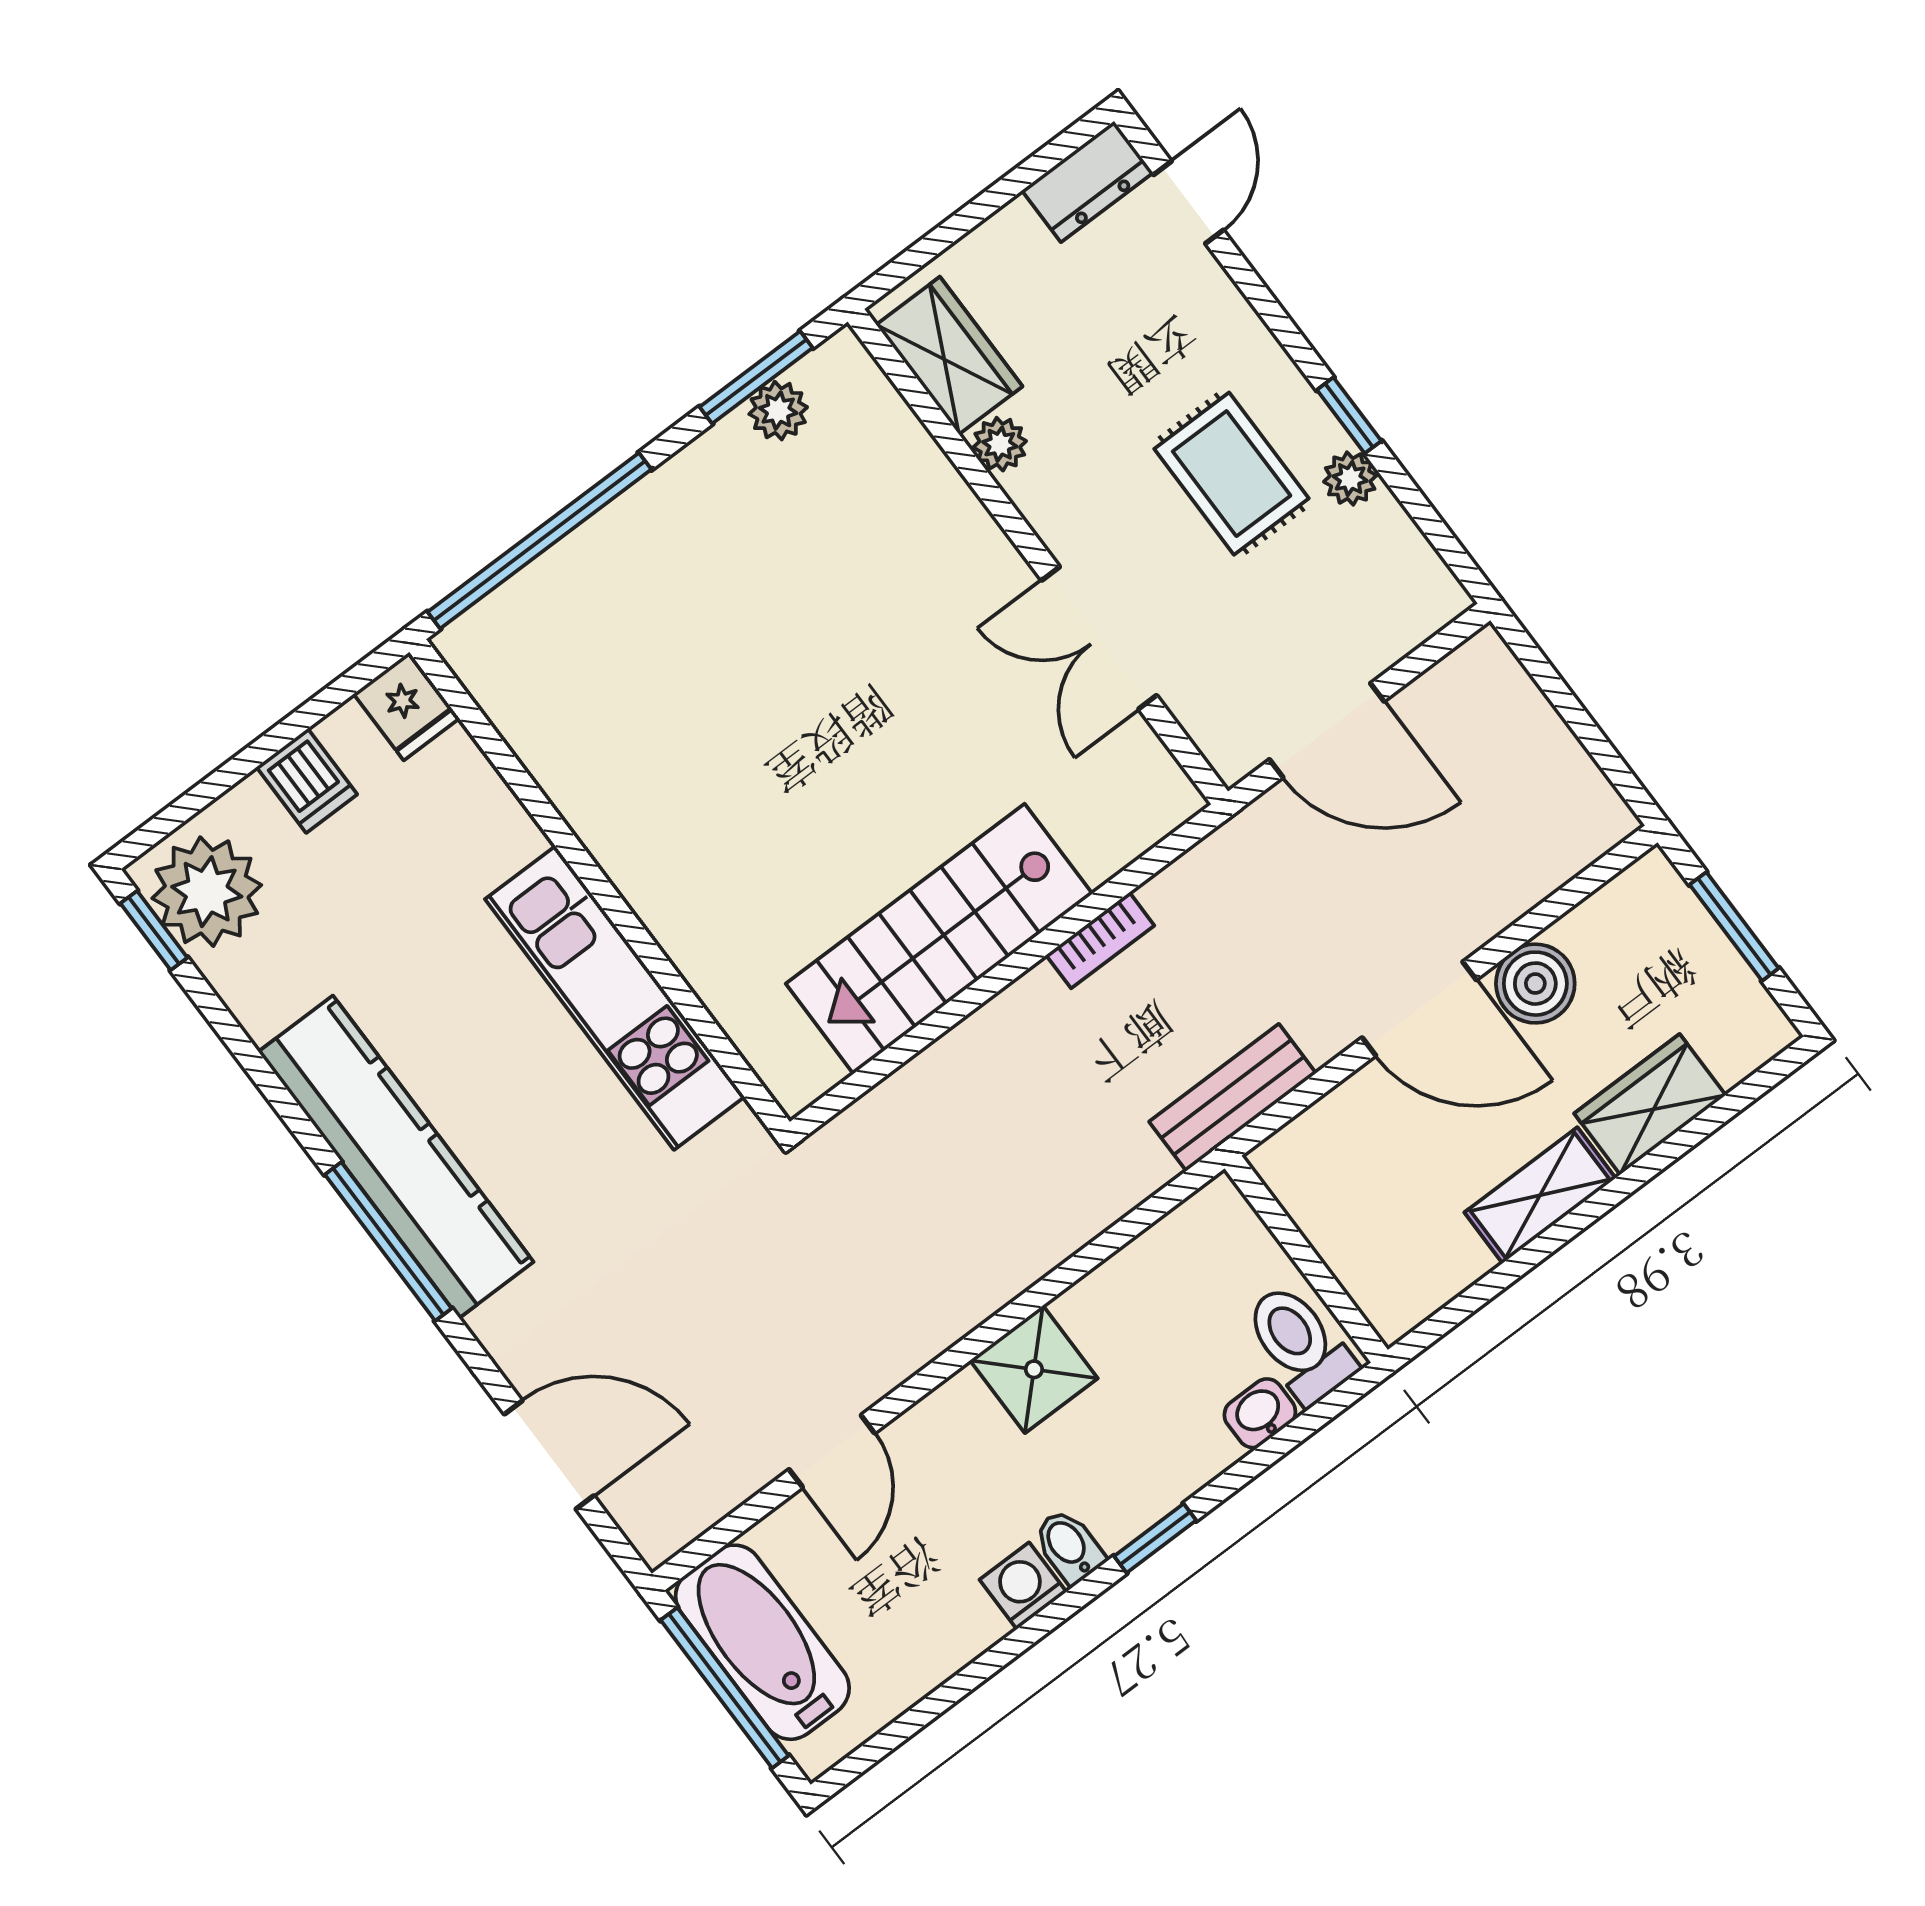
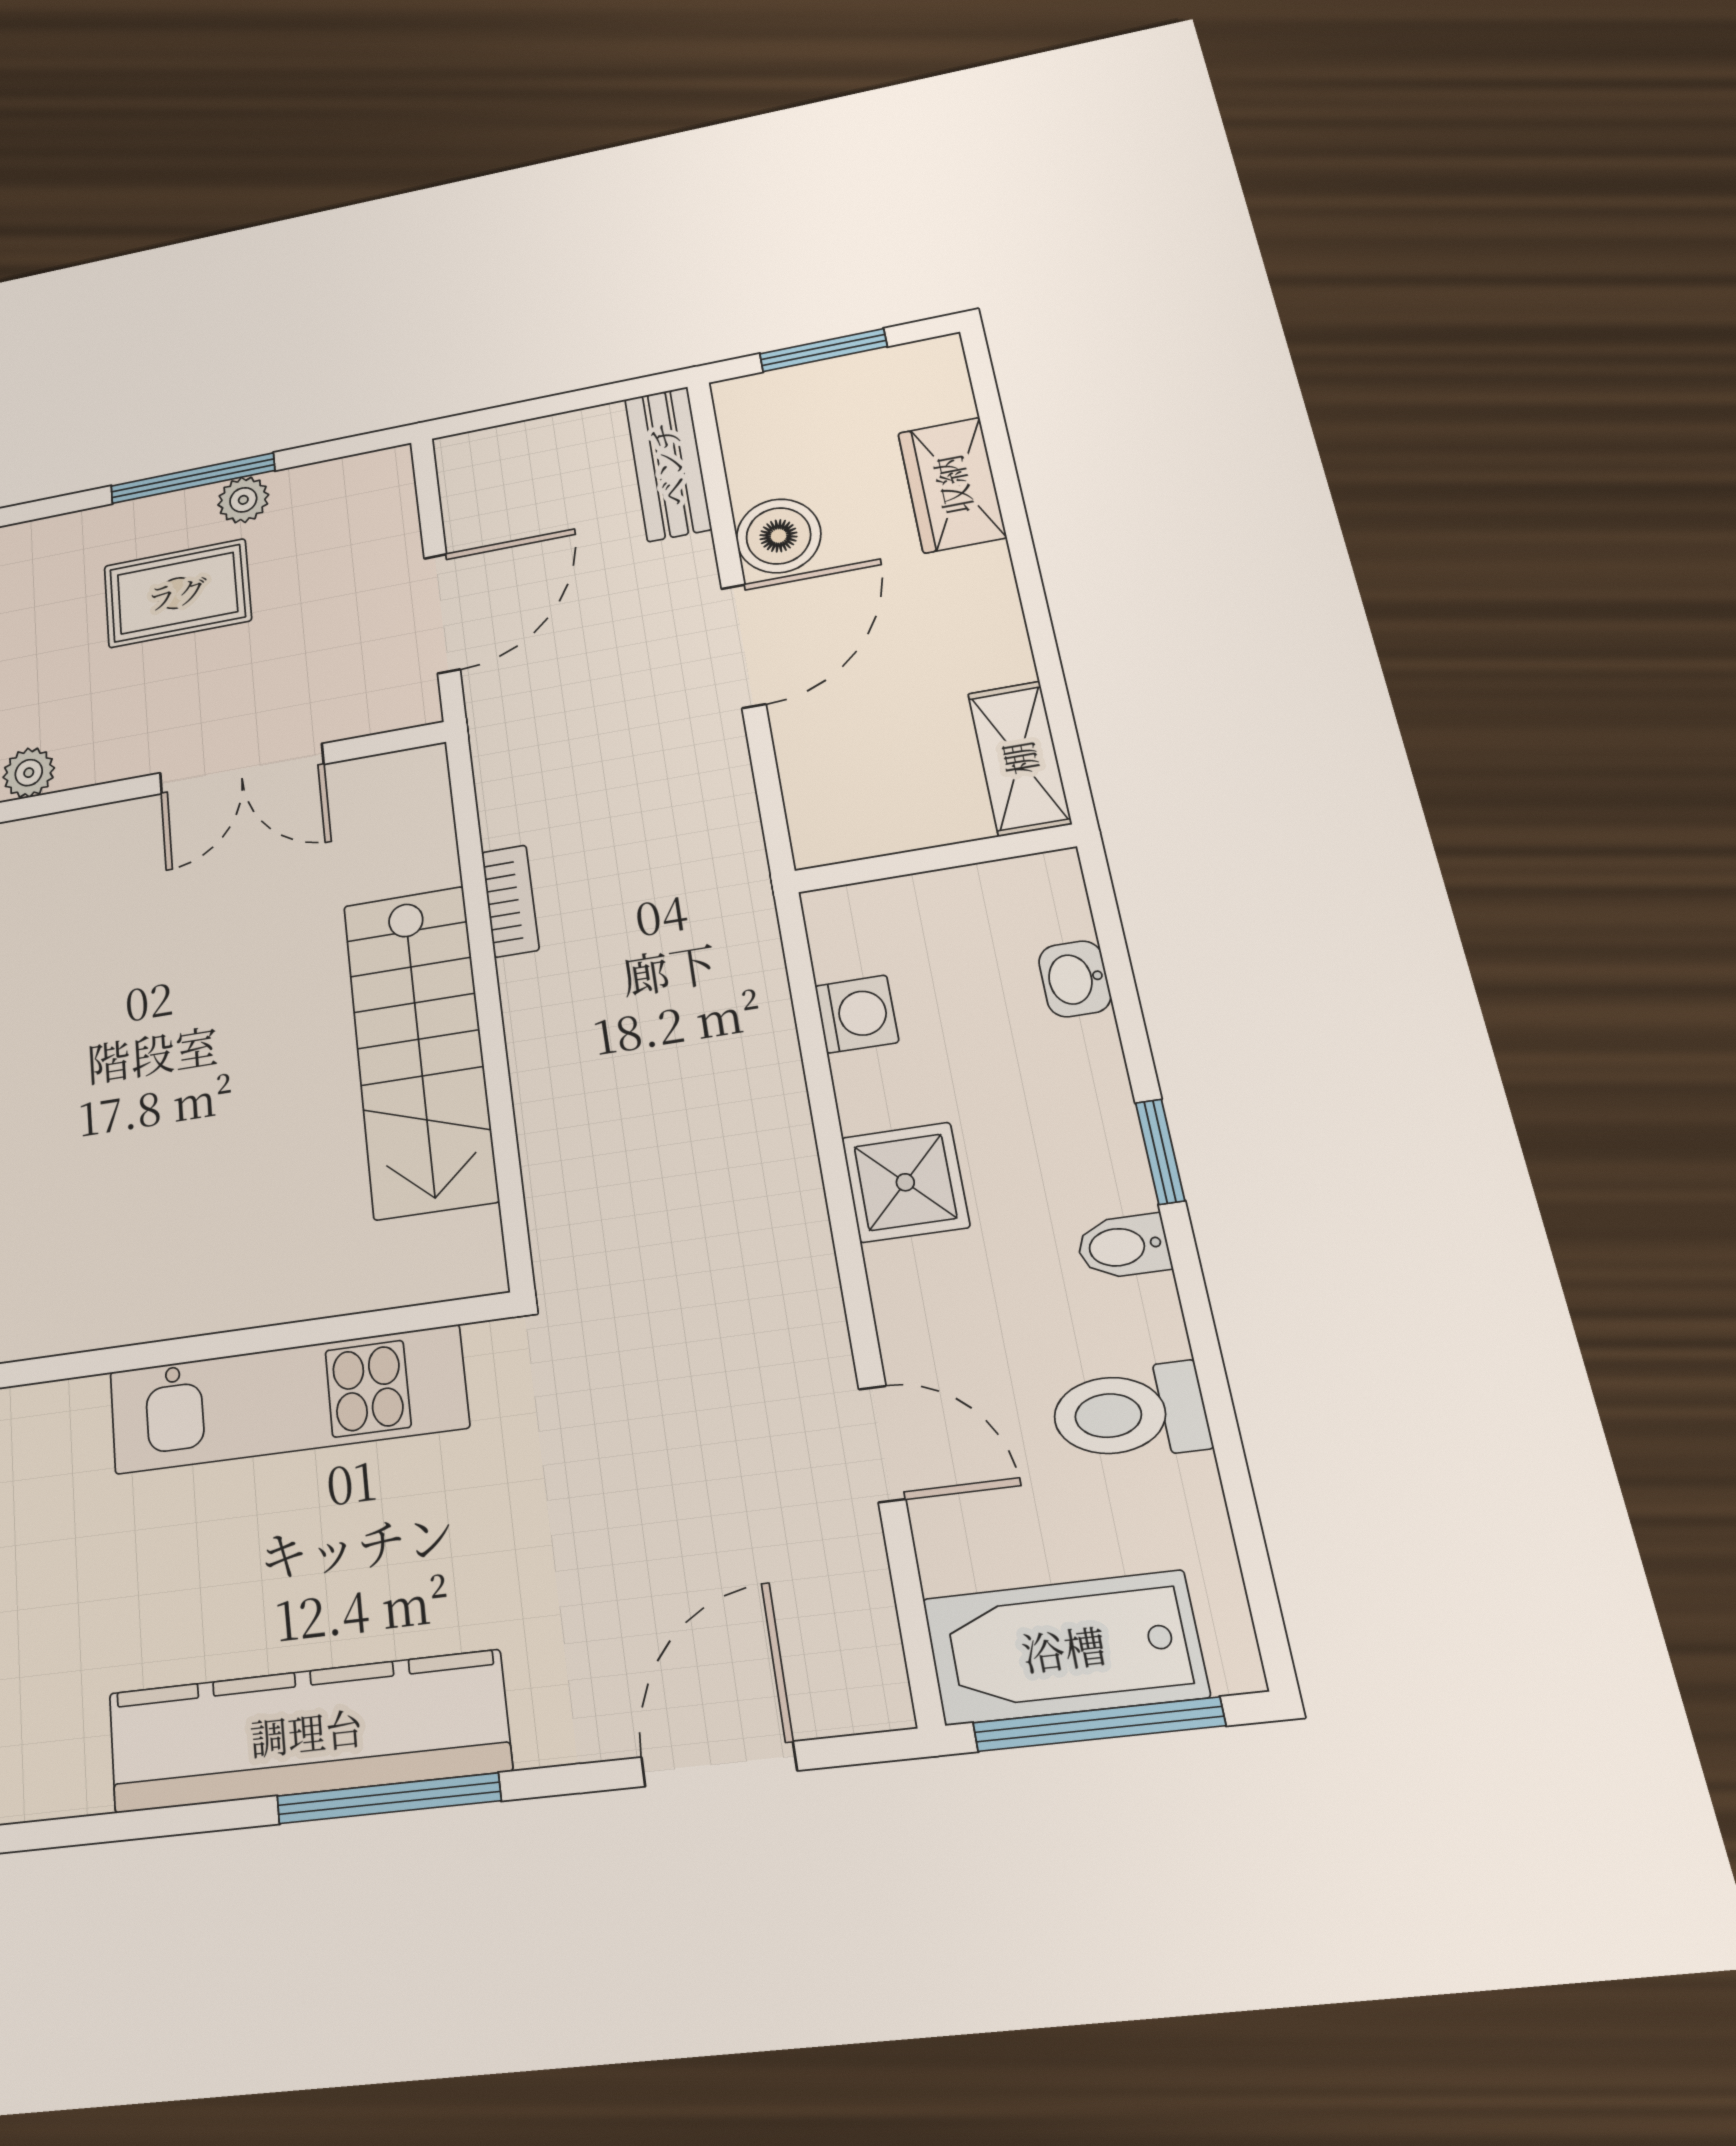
window: (1349, 415) -> (192, 478), width x2.17
bench: (1233, 1097) -> (668, 464), moved
shelving: (1540, 1195) -> (1019, 758), moved
toilet: (1299, 1344) -> (1129, 1413), moved
washing machine: (1023, 1586) -> (857, 1014), moved, turned 180

